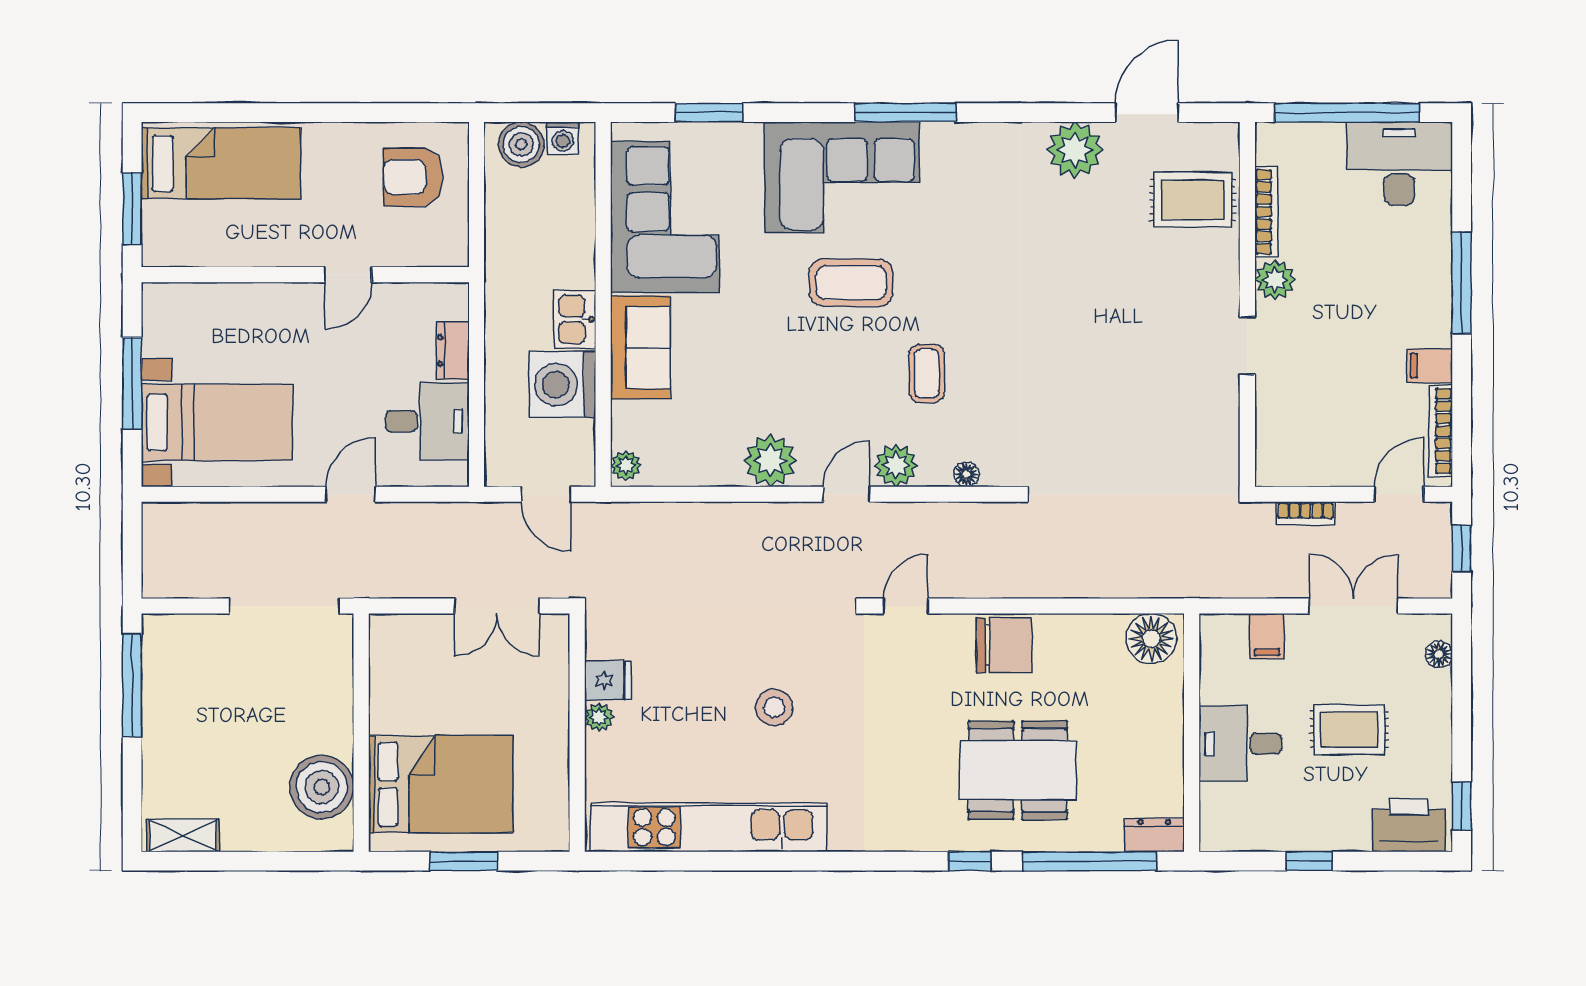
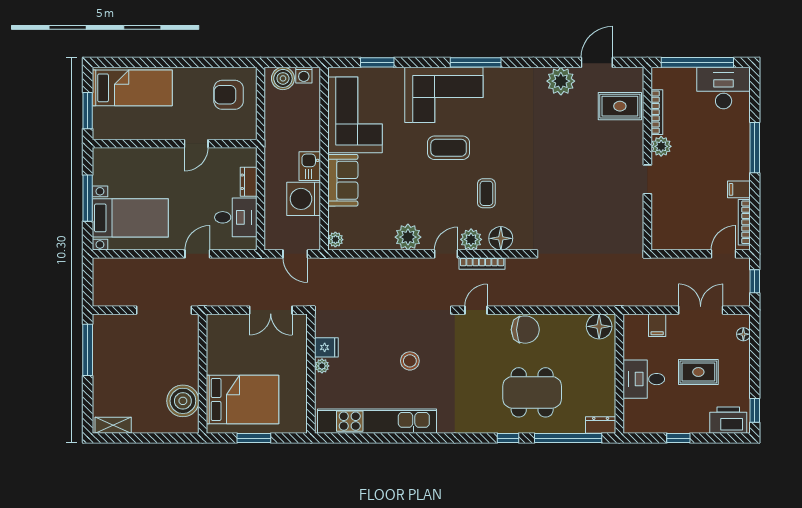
floor lamp: (966, 474) -> (501, 238), width x1.89, depth x1.89
bookcase: (1306, 513) -> (482, 264), moved, width x1.56

